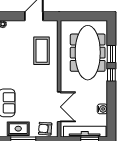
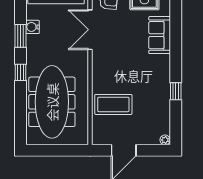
coffee table: (42, 51) -> (113, 104), turned 90
window: (111, 54) -> (20, 36), moved

